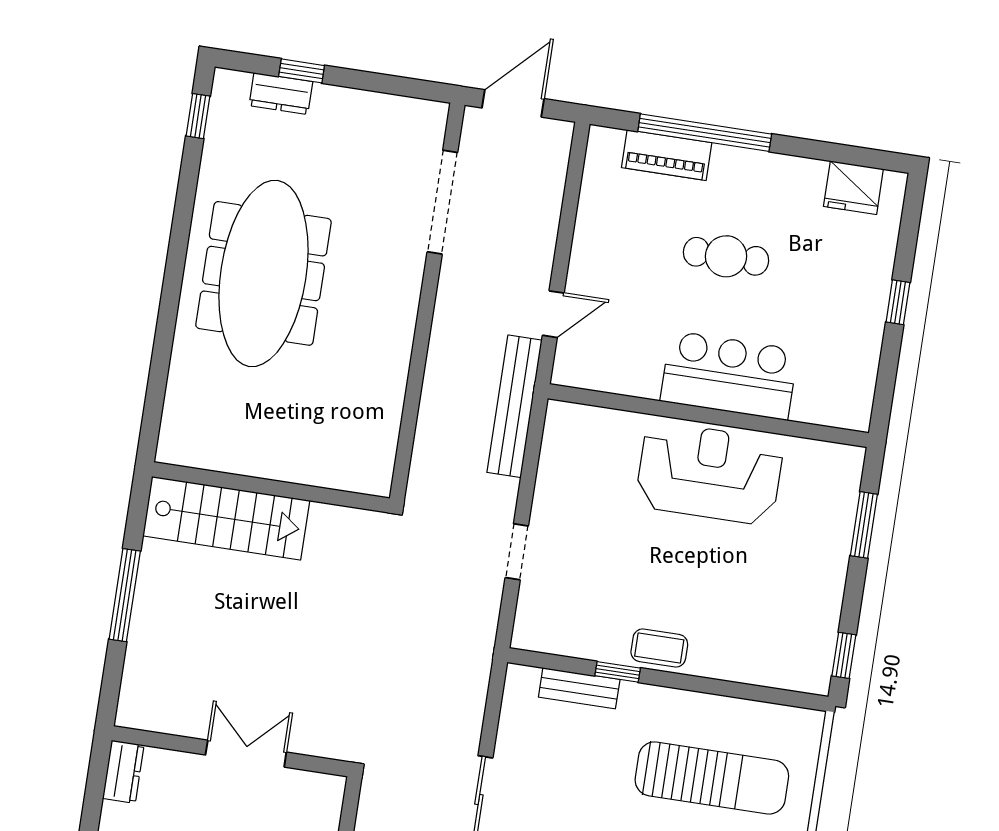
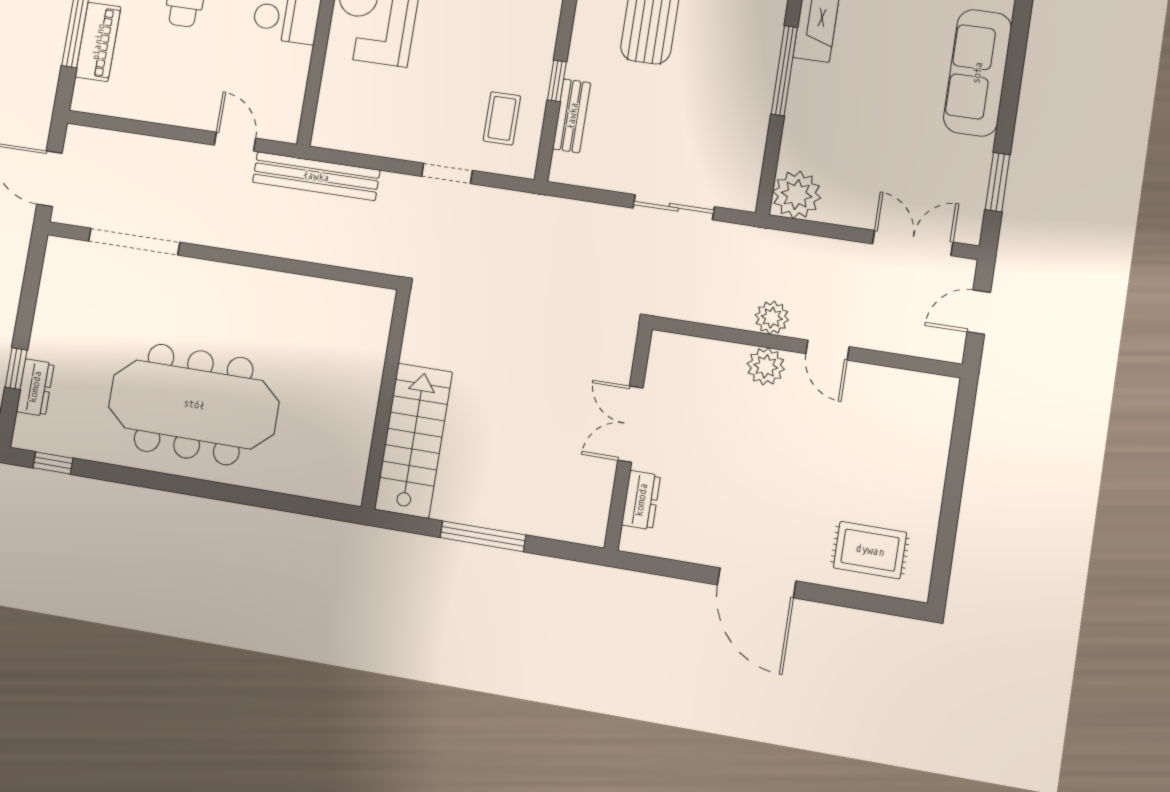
coffee table: (659, 648) -> (502, 118), moved
dresser: (123, 772) -> (641, 500), moved, turned 90

